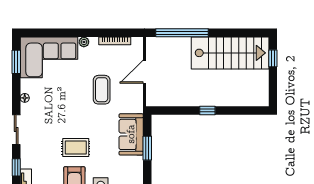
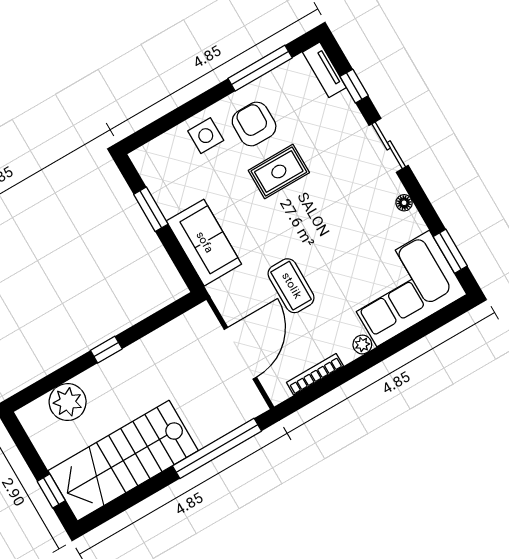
door: (145, 72) -> (240, 353), width x1.36
plant: (240, 96) -> (68, 402), added
window: (147, 148) -> (151, 209), moved

